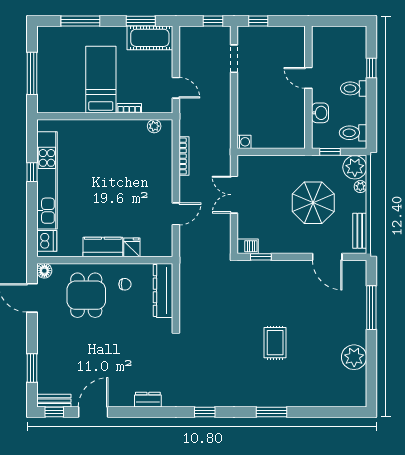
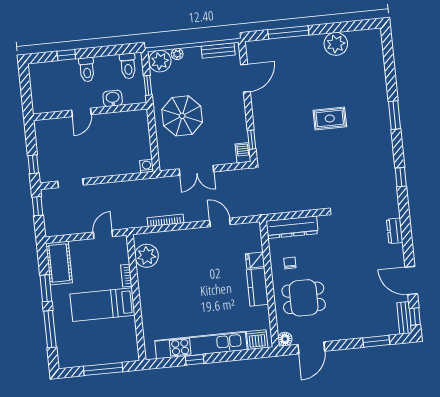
window: (141, 21) -> (46, 288), moved
plant: (154, 126) -> (147, 256), width x1.88, depth x1.88
parasol: (313, 203) -> (182, 116), moved

